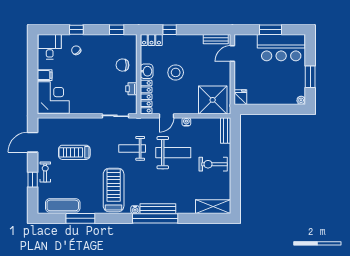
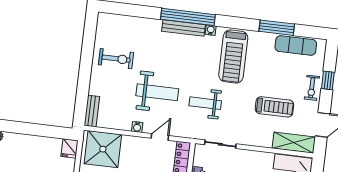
weight bench: (132, 148) -> (205, 103), turned 180
weight bench: (173, 153) -> (157, 92), turned 180
exercise bike: (213, 164) -> (116, 59), moved
shelving: (213, 207) -> (294, 143), moved

